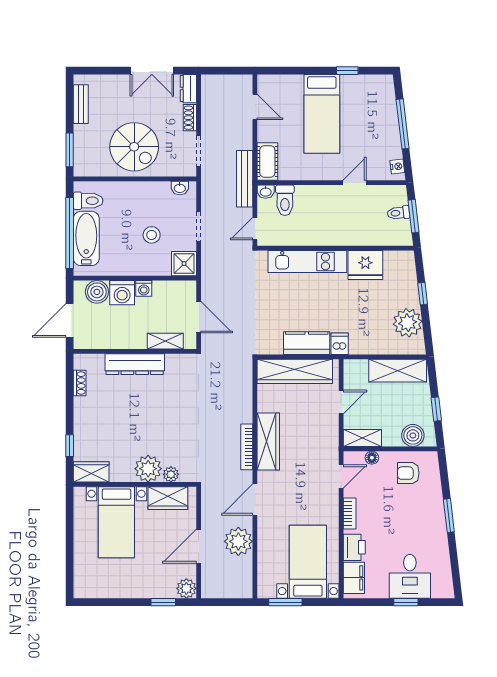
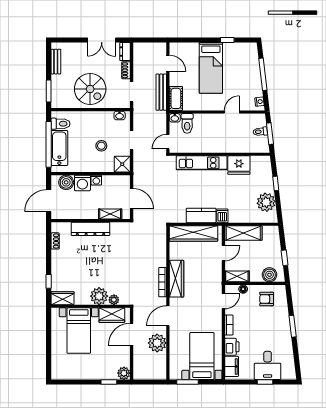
bench: (245, 179) -> (161, 92), moved
shelving: (398, 371) -> (243, 233), moved
door: (199, 546) -> (132, 334), moved

